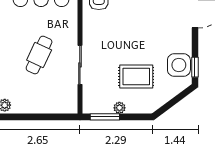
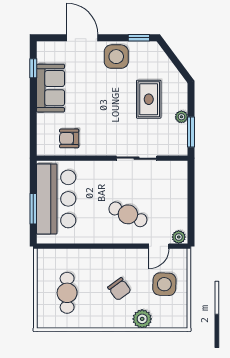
cafe table: (39, 55) -> (128, 214), moved
side table: (179, 65) -> (116, 57), moved

